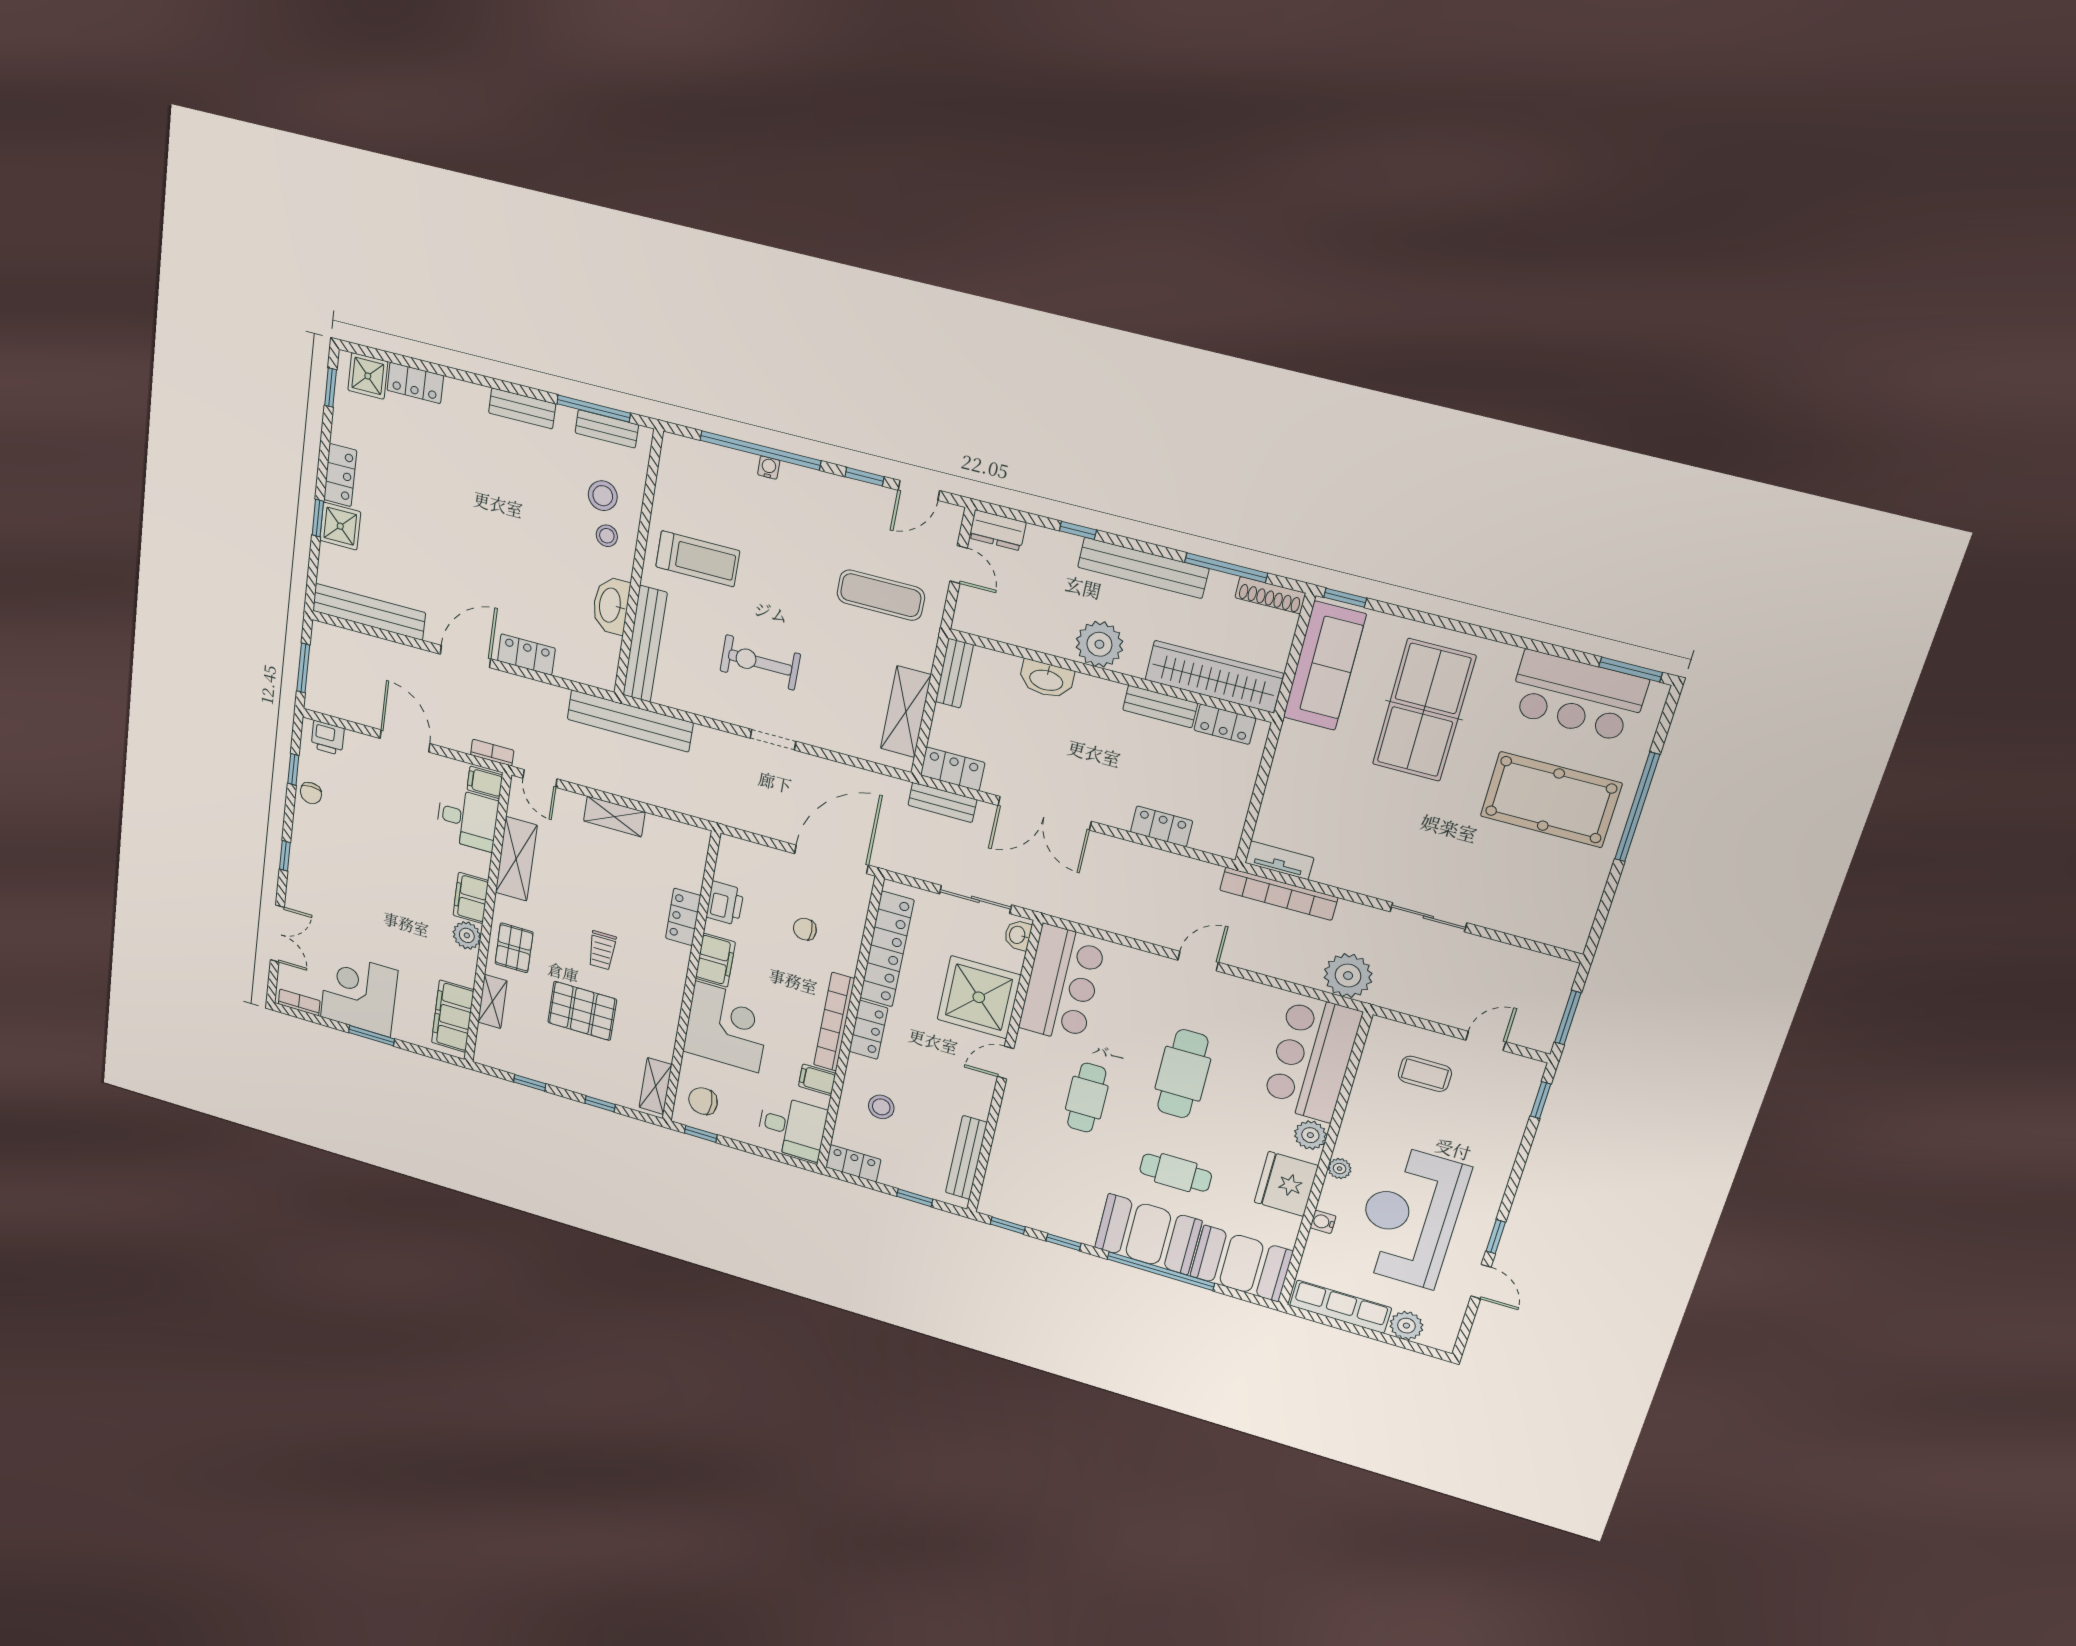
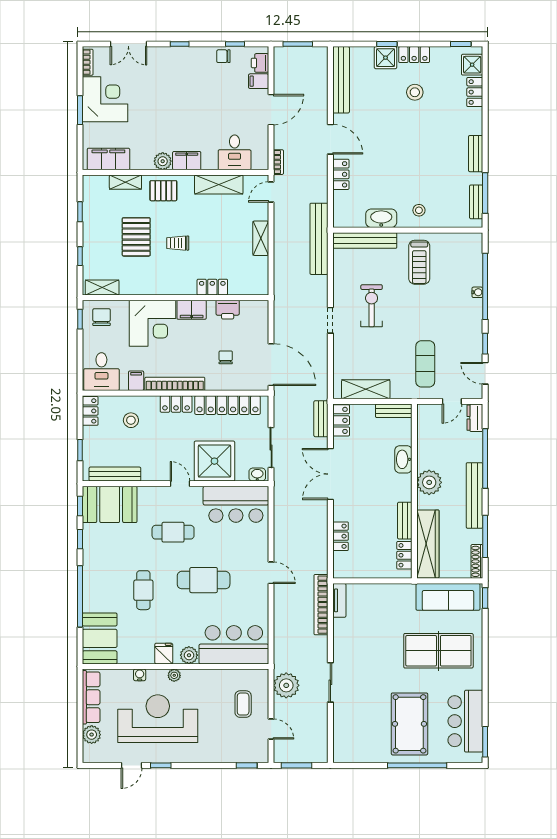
stool: (603, 496) -> (415, 92), moved
window: (1078, 530) -> (485, 458), width x3.17
filing cabinet: (485, 782) -> (259, 81), moved, turned -90
plant: (1348, 976) -> (286, 685), moved
fridge: (1286, 1184) -> (164, 654), width x0.53, depth x0.75
booth: (1148, 1234) -> (110, 504), moved, turned 90

